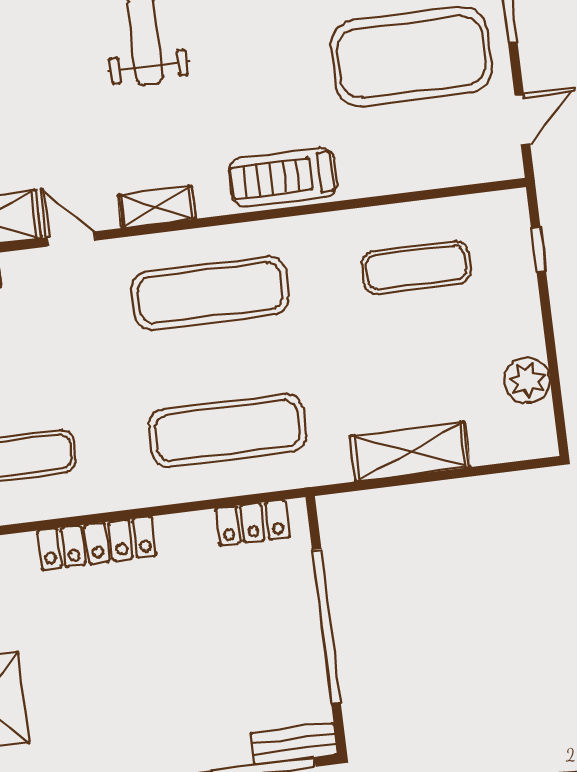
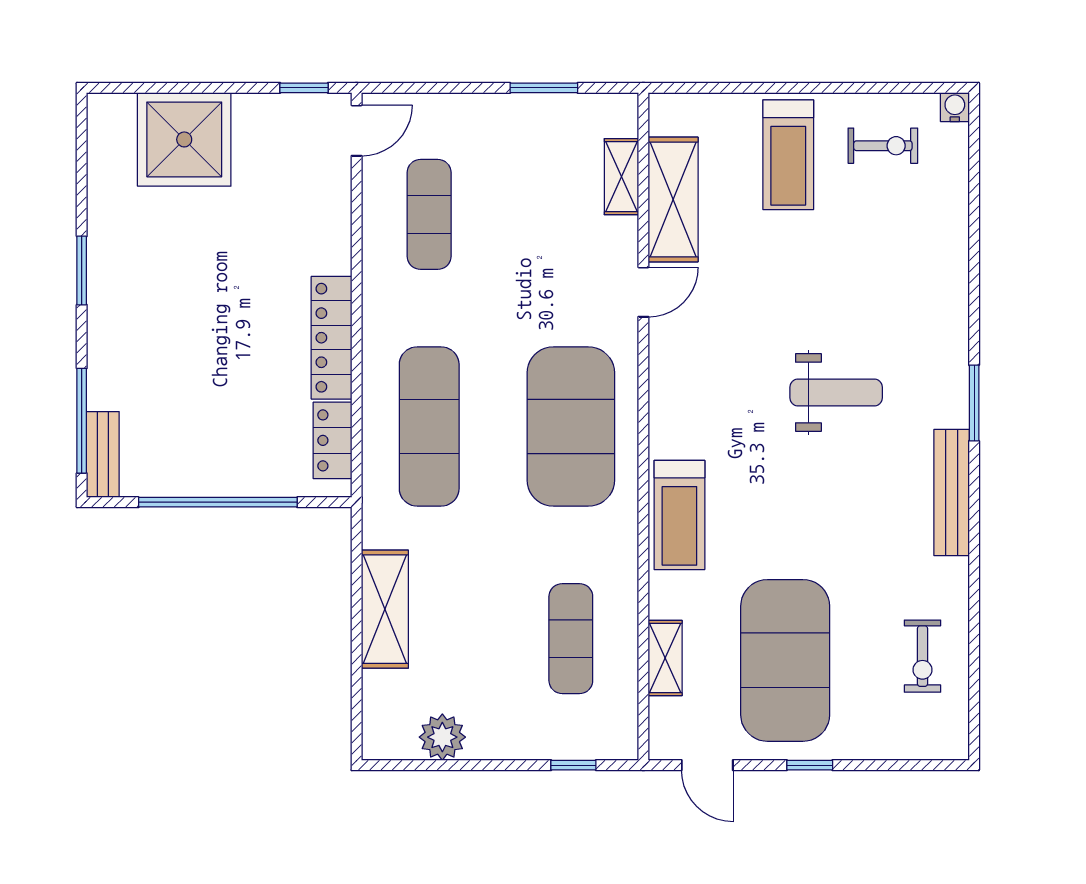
treadmill: (283, 177) -> (679, 515), turned 180
shelving: (157, 207) -> (665, 658), moved
exercise mat: (210, 293) -> (571, 426), width x1.47
locker: (97, 543) -> (331, 338), moved

